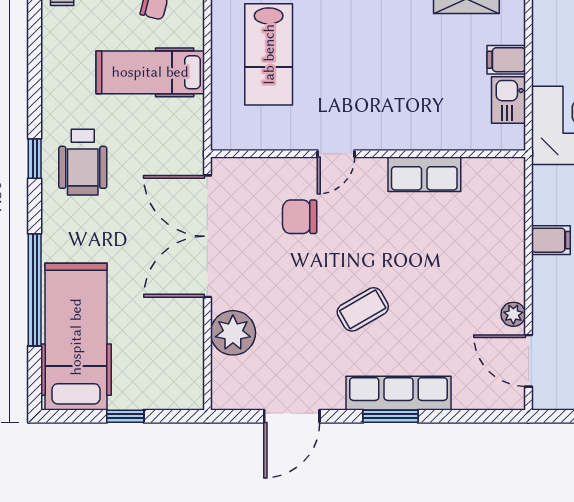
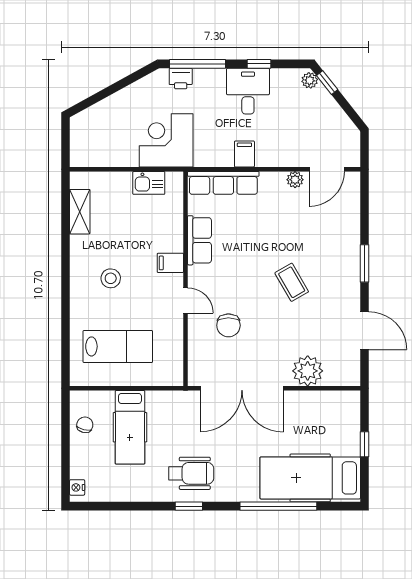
stool: (369, 44) -> (111, 278), added
filing cabinet: (506, 60) -> (170, 263), moved, turned 90
row of seats: (398, 393) -> (223, 183), moved, turned -90

